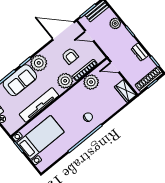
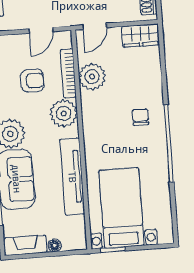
door: (89, 36) -> (41, 30), moved

